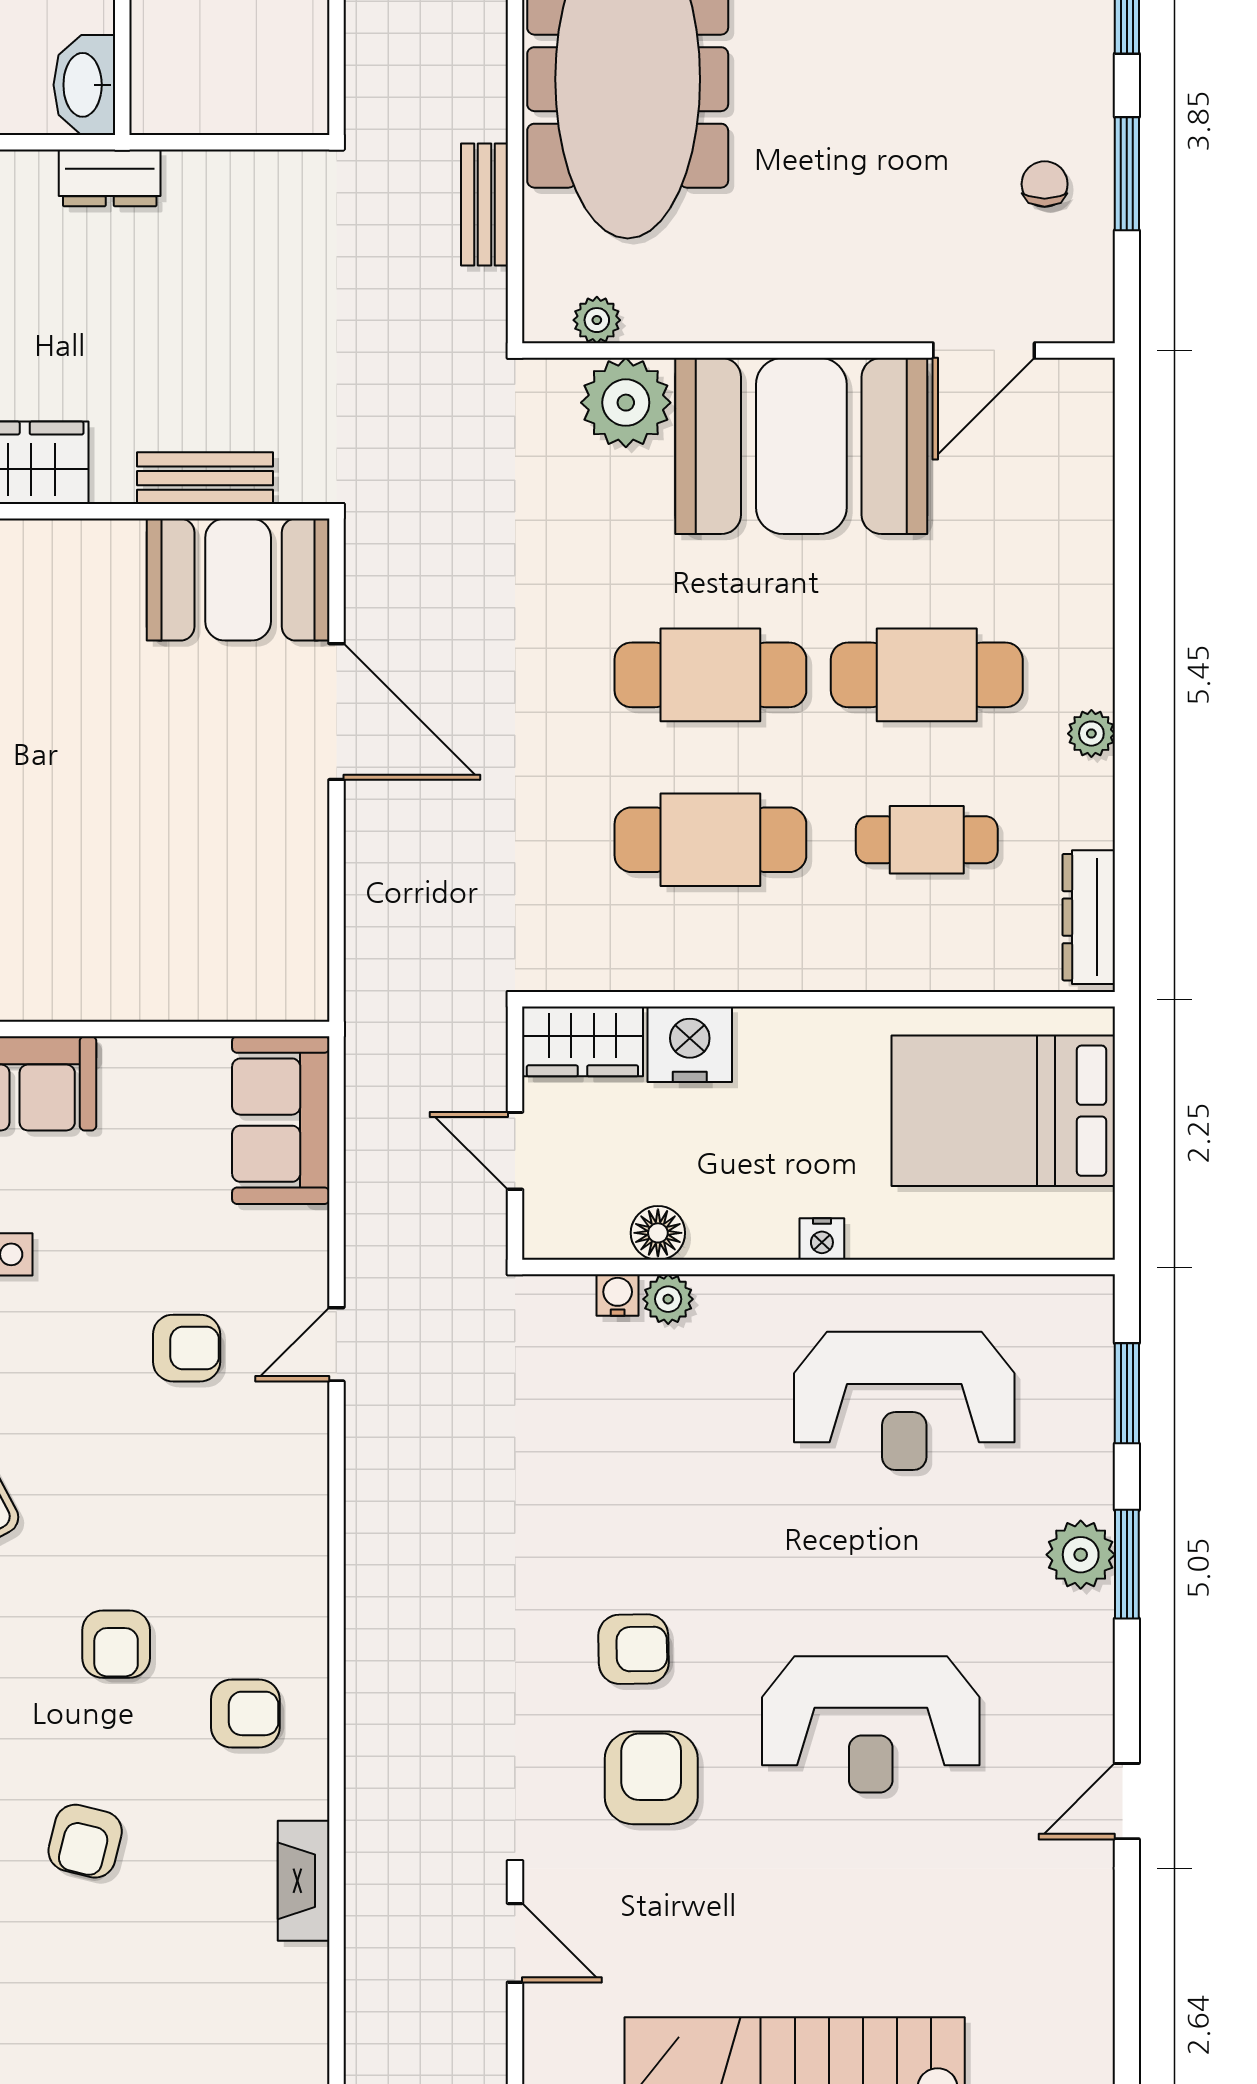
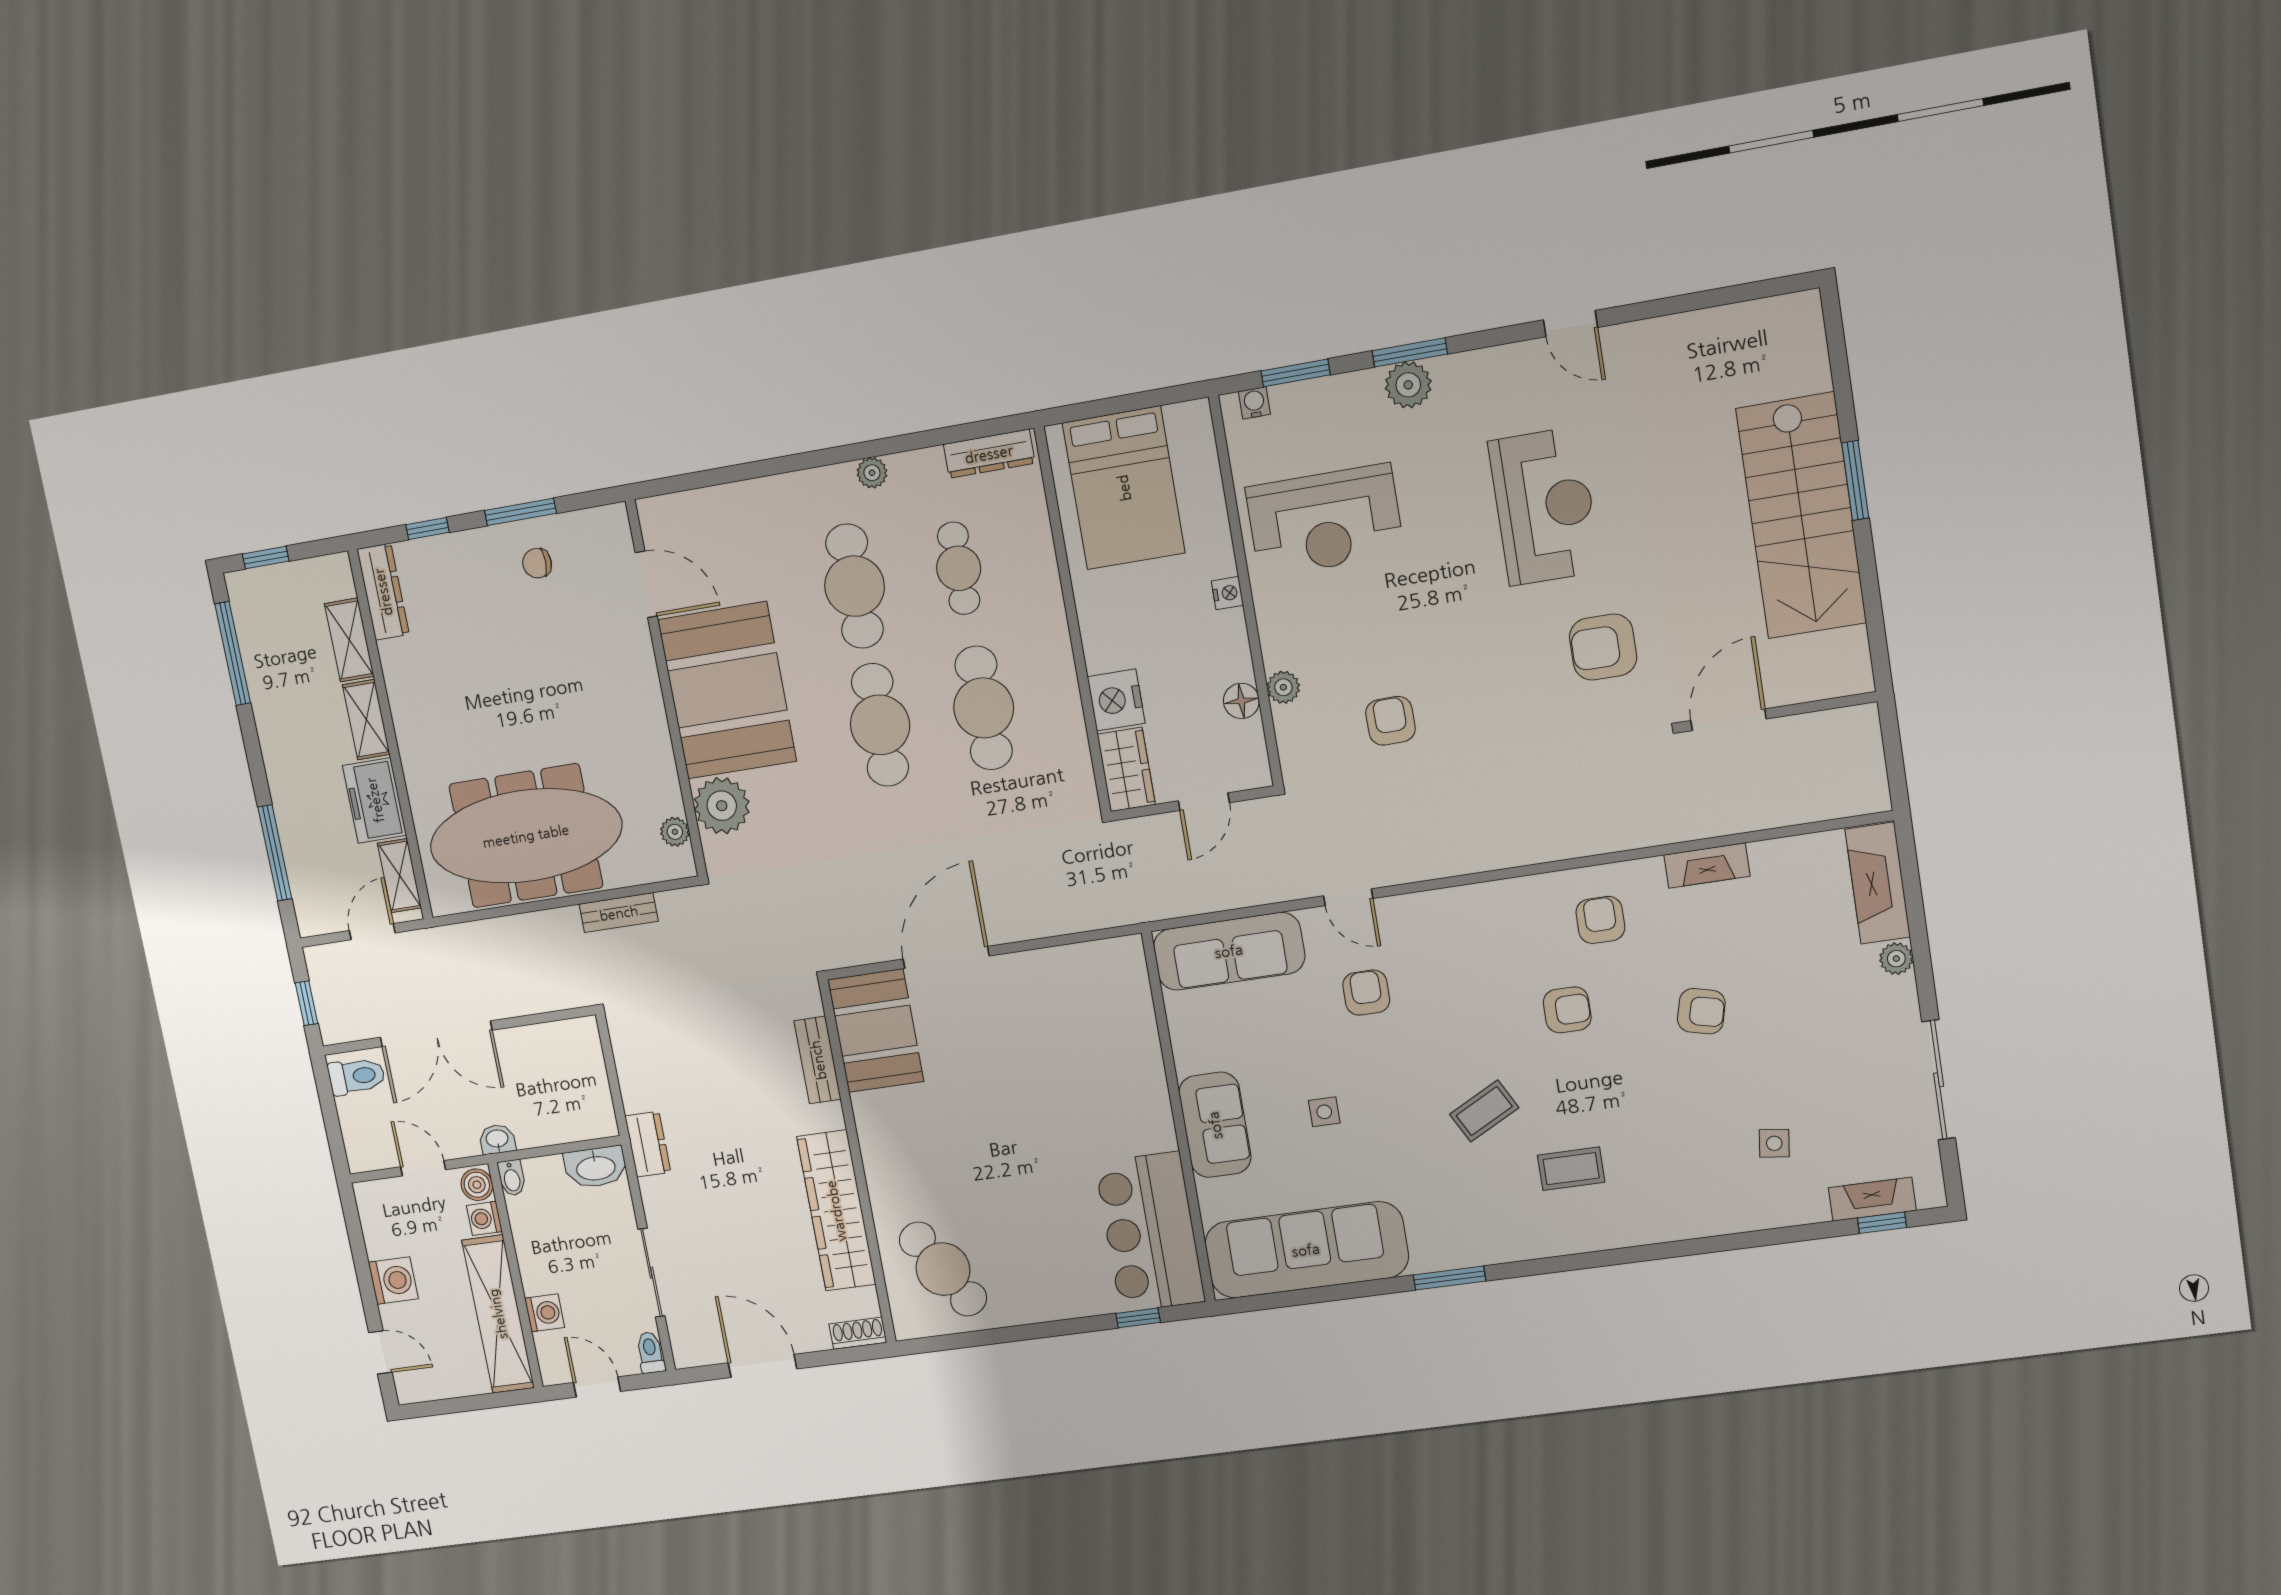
sofa: (281, 1120) -> (1229, 951), width x1.36
water cooler: (618, 1295) -> (1254, 403), moved, turned 90
reception desk: (904, 1401) -> (1325, 521), turned 90
armchair: (633, 1649) -> (1391, 721), moved
door: (515, 1943) -> (1728, 720), width x1.38

